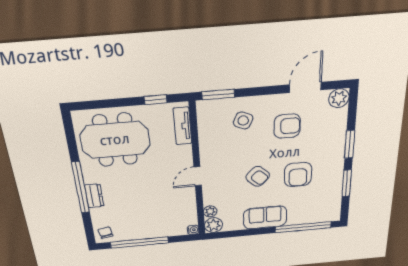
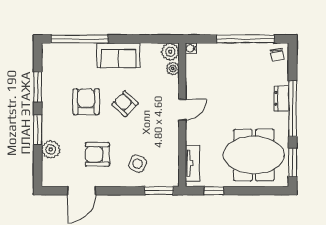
plant: (339, 98) -> (51, 149), moved
window: (70, 136) -> (293, 162), added

